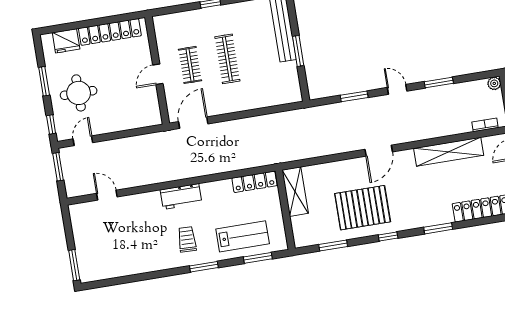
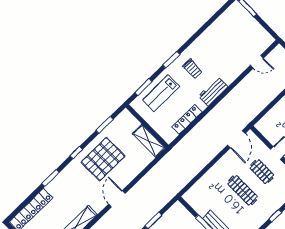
locker: (254, 182) -> (187, 119), moved

